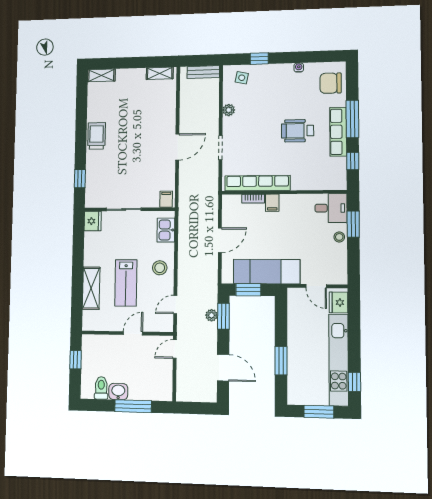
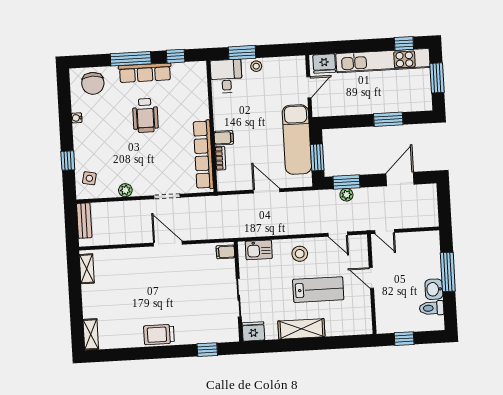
shelving: (91, 288) -> (301, 329), moved

